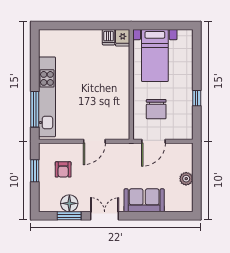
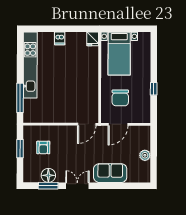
dishwasher: (109, 37) -> (60, 38), moved
kitchen unit: (47, 97) -> (30, 65), moved
door: (94, 141) -> (87, 124), moved

